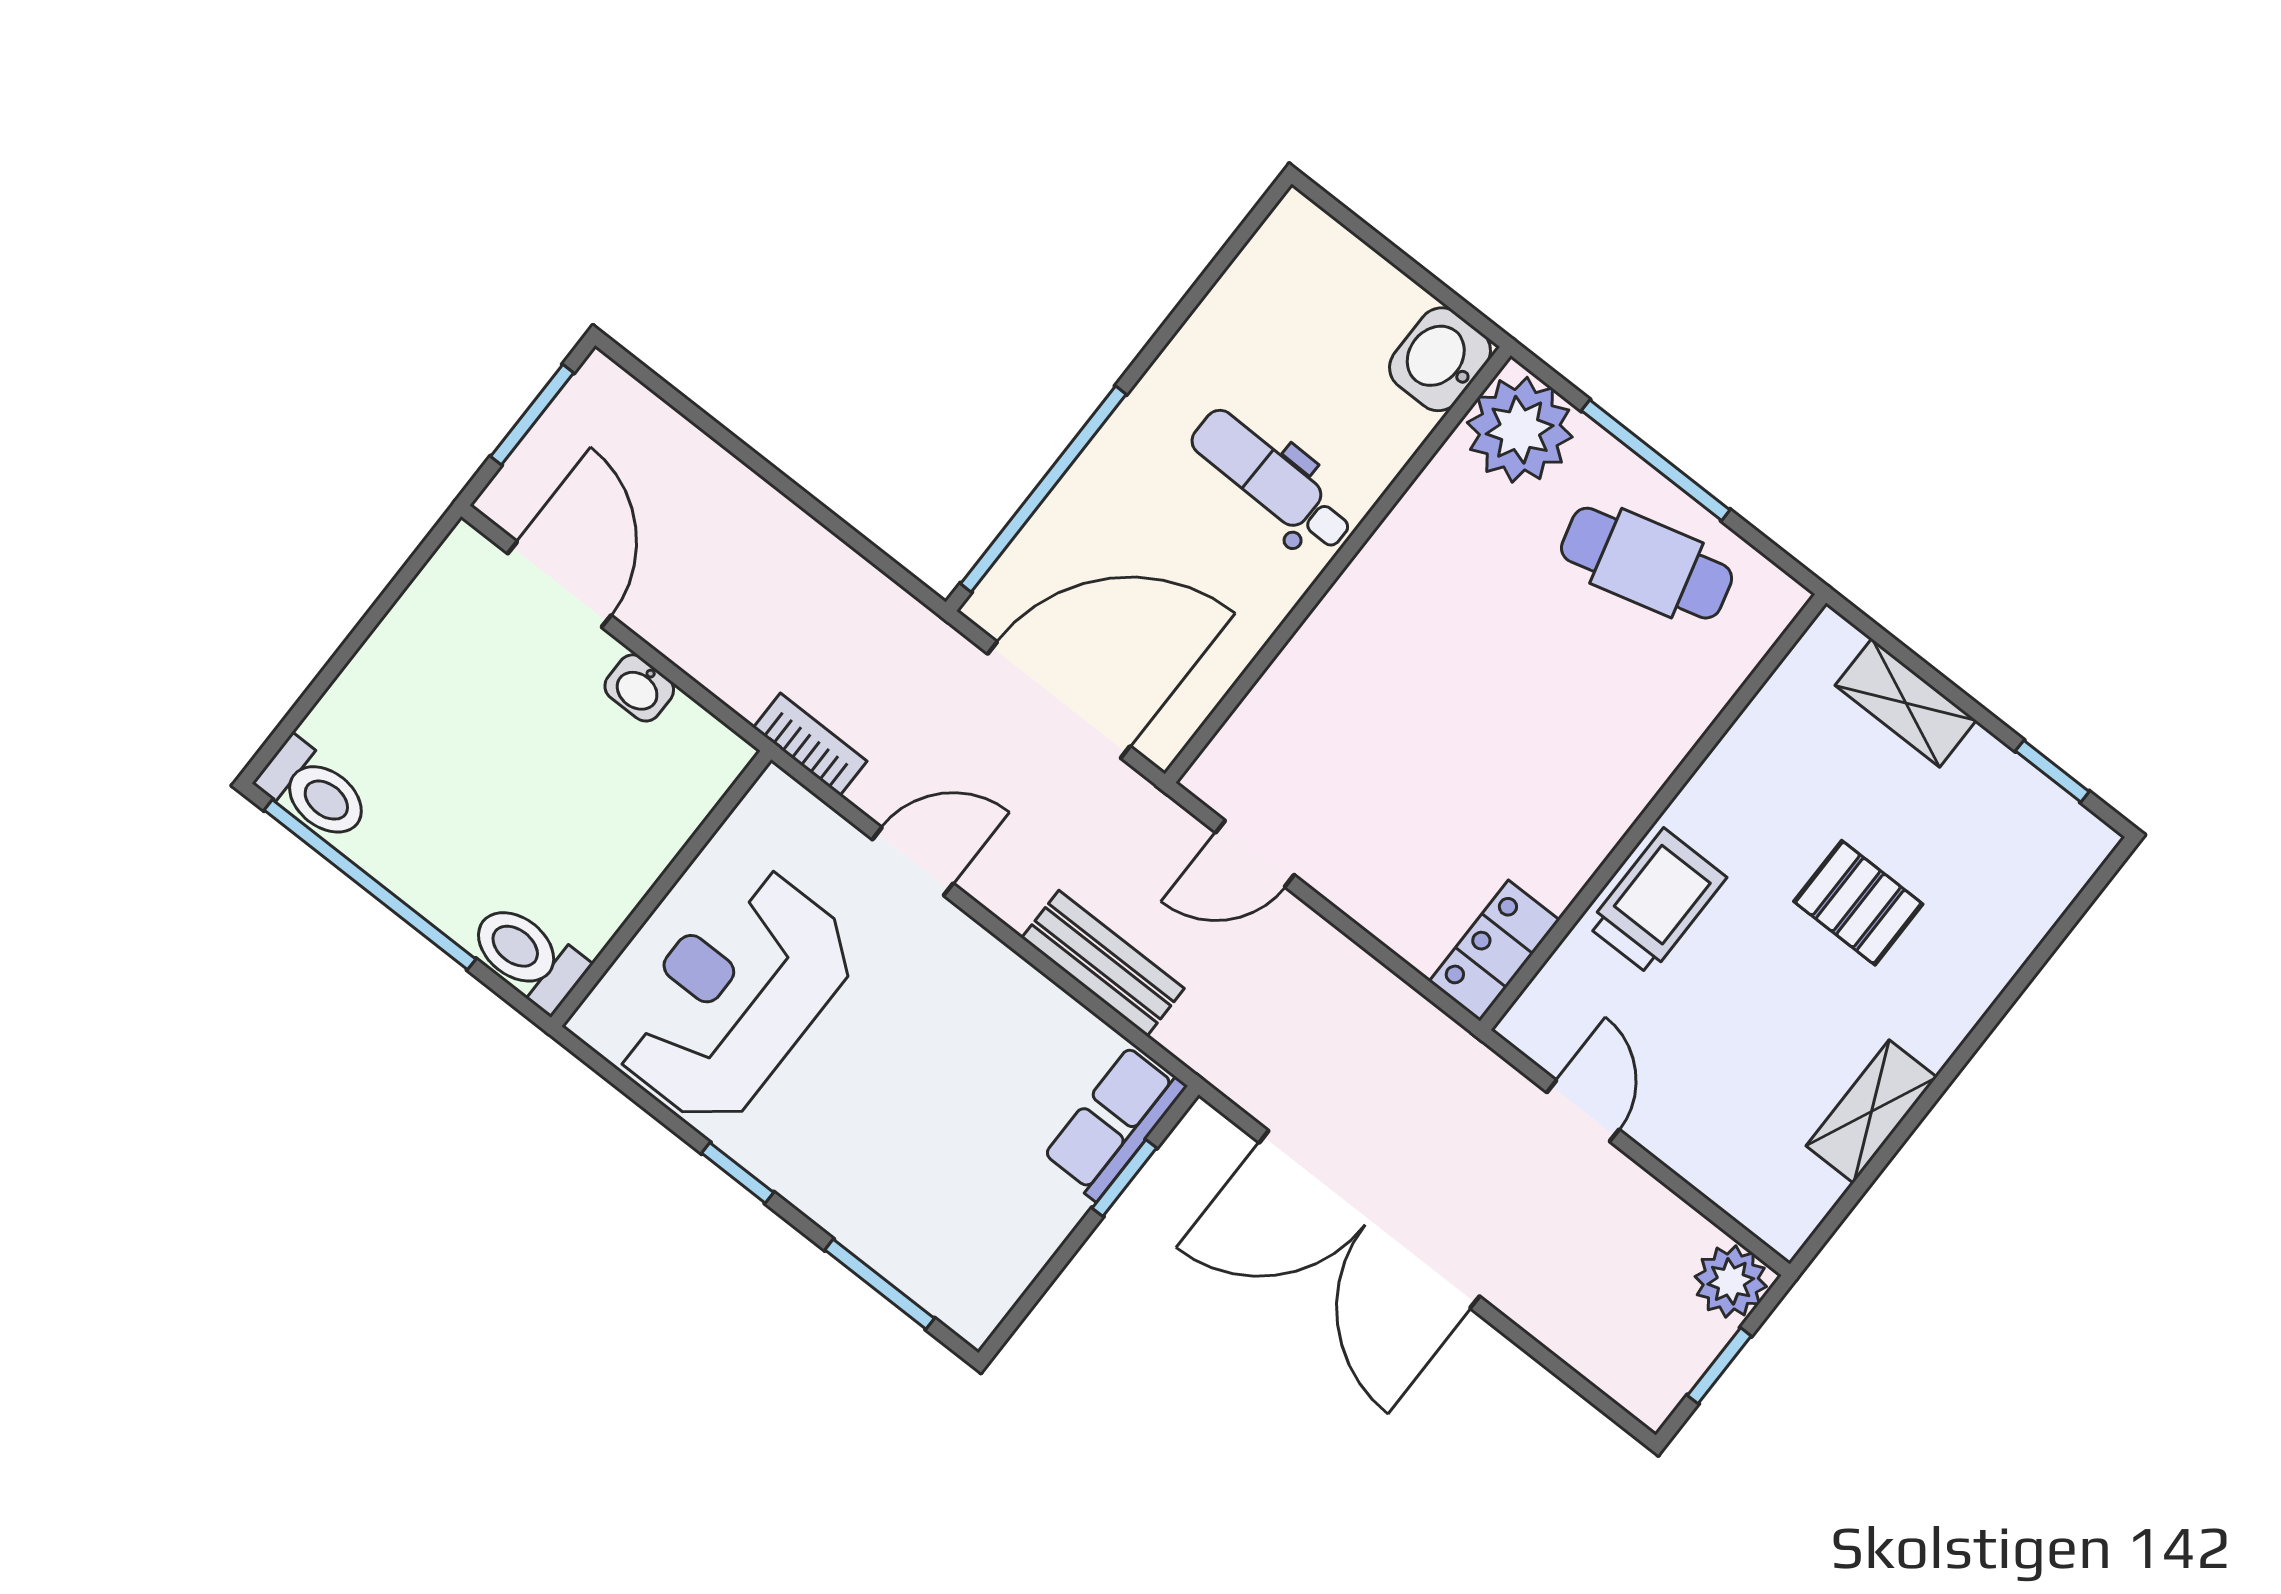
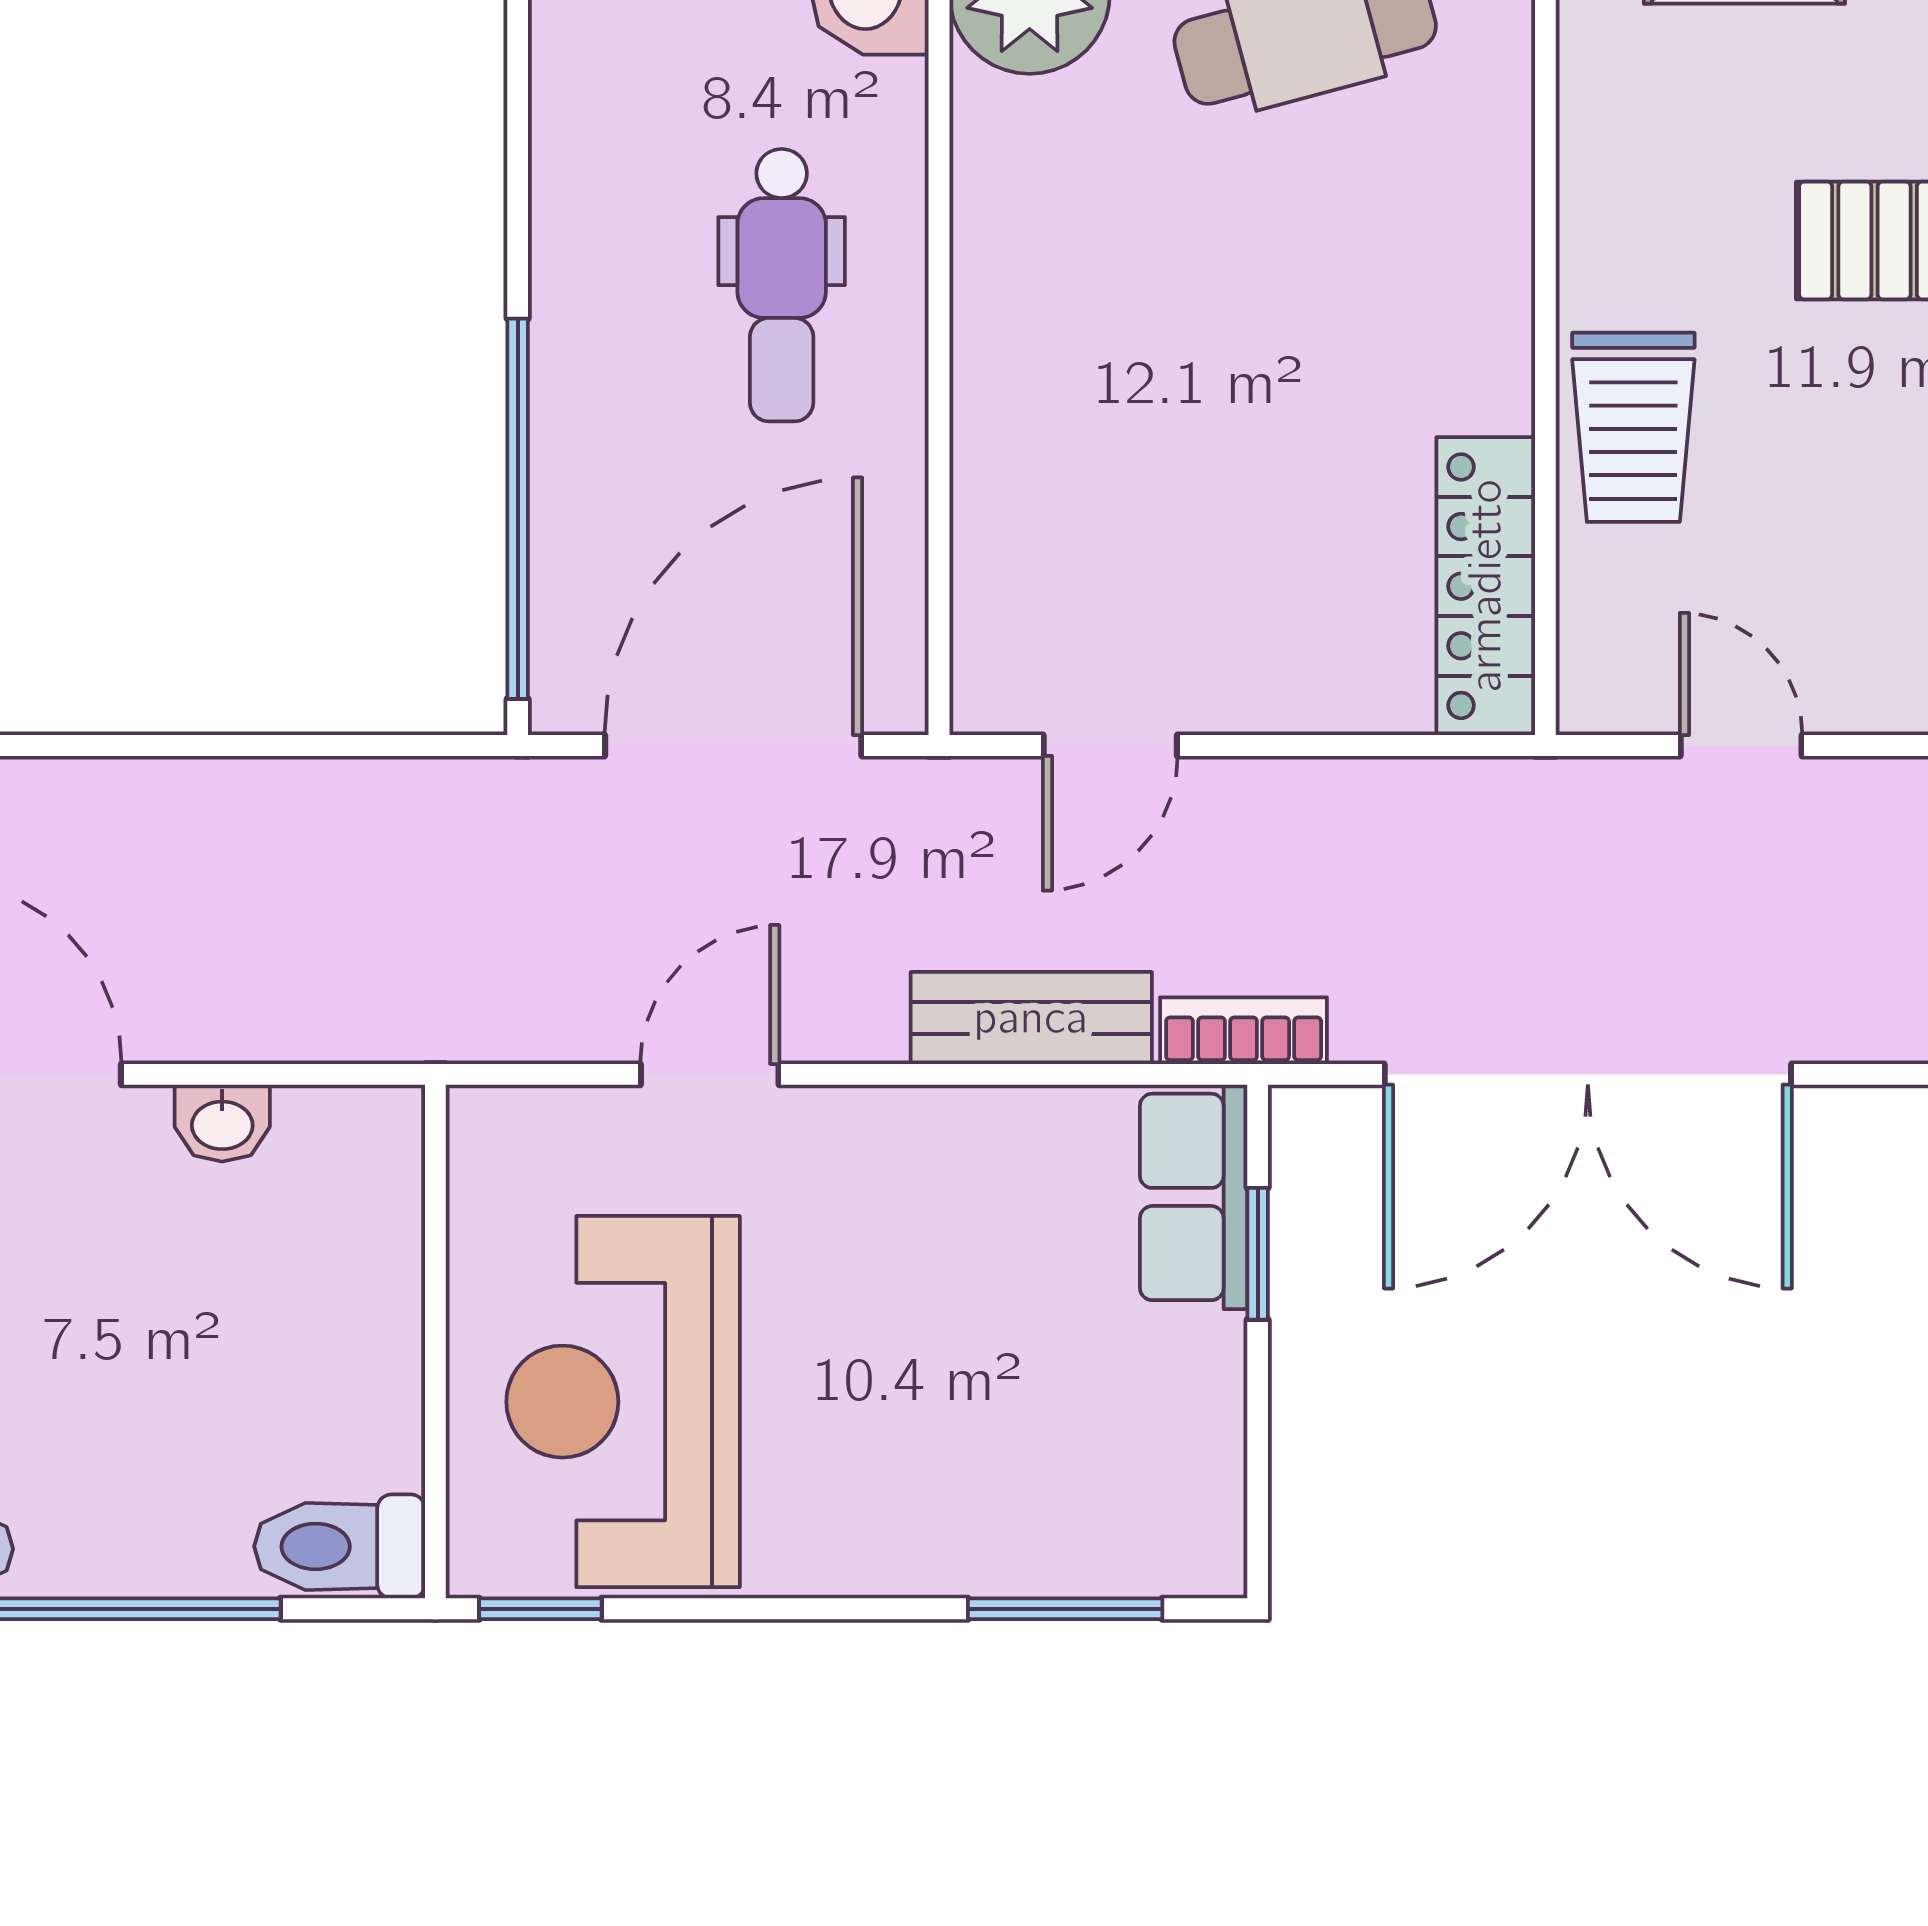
dental chair: (1272, 480) -> (782, 285), turned -91
bookcase: (810, 744) -> (1244, 1031), moved
trolley: (1657, 902) -> (1633, 427), turned 180
locker: (1494, 951) -> (1486, 586), width x1.53
window: (738, 1173) -> (540, 1609), moved

